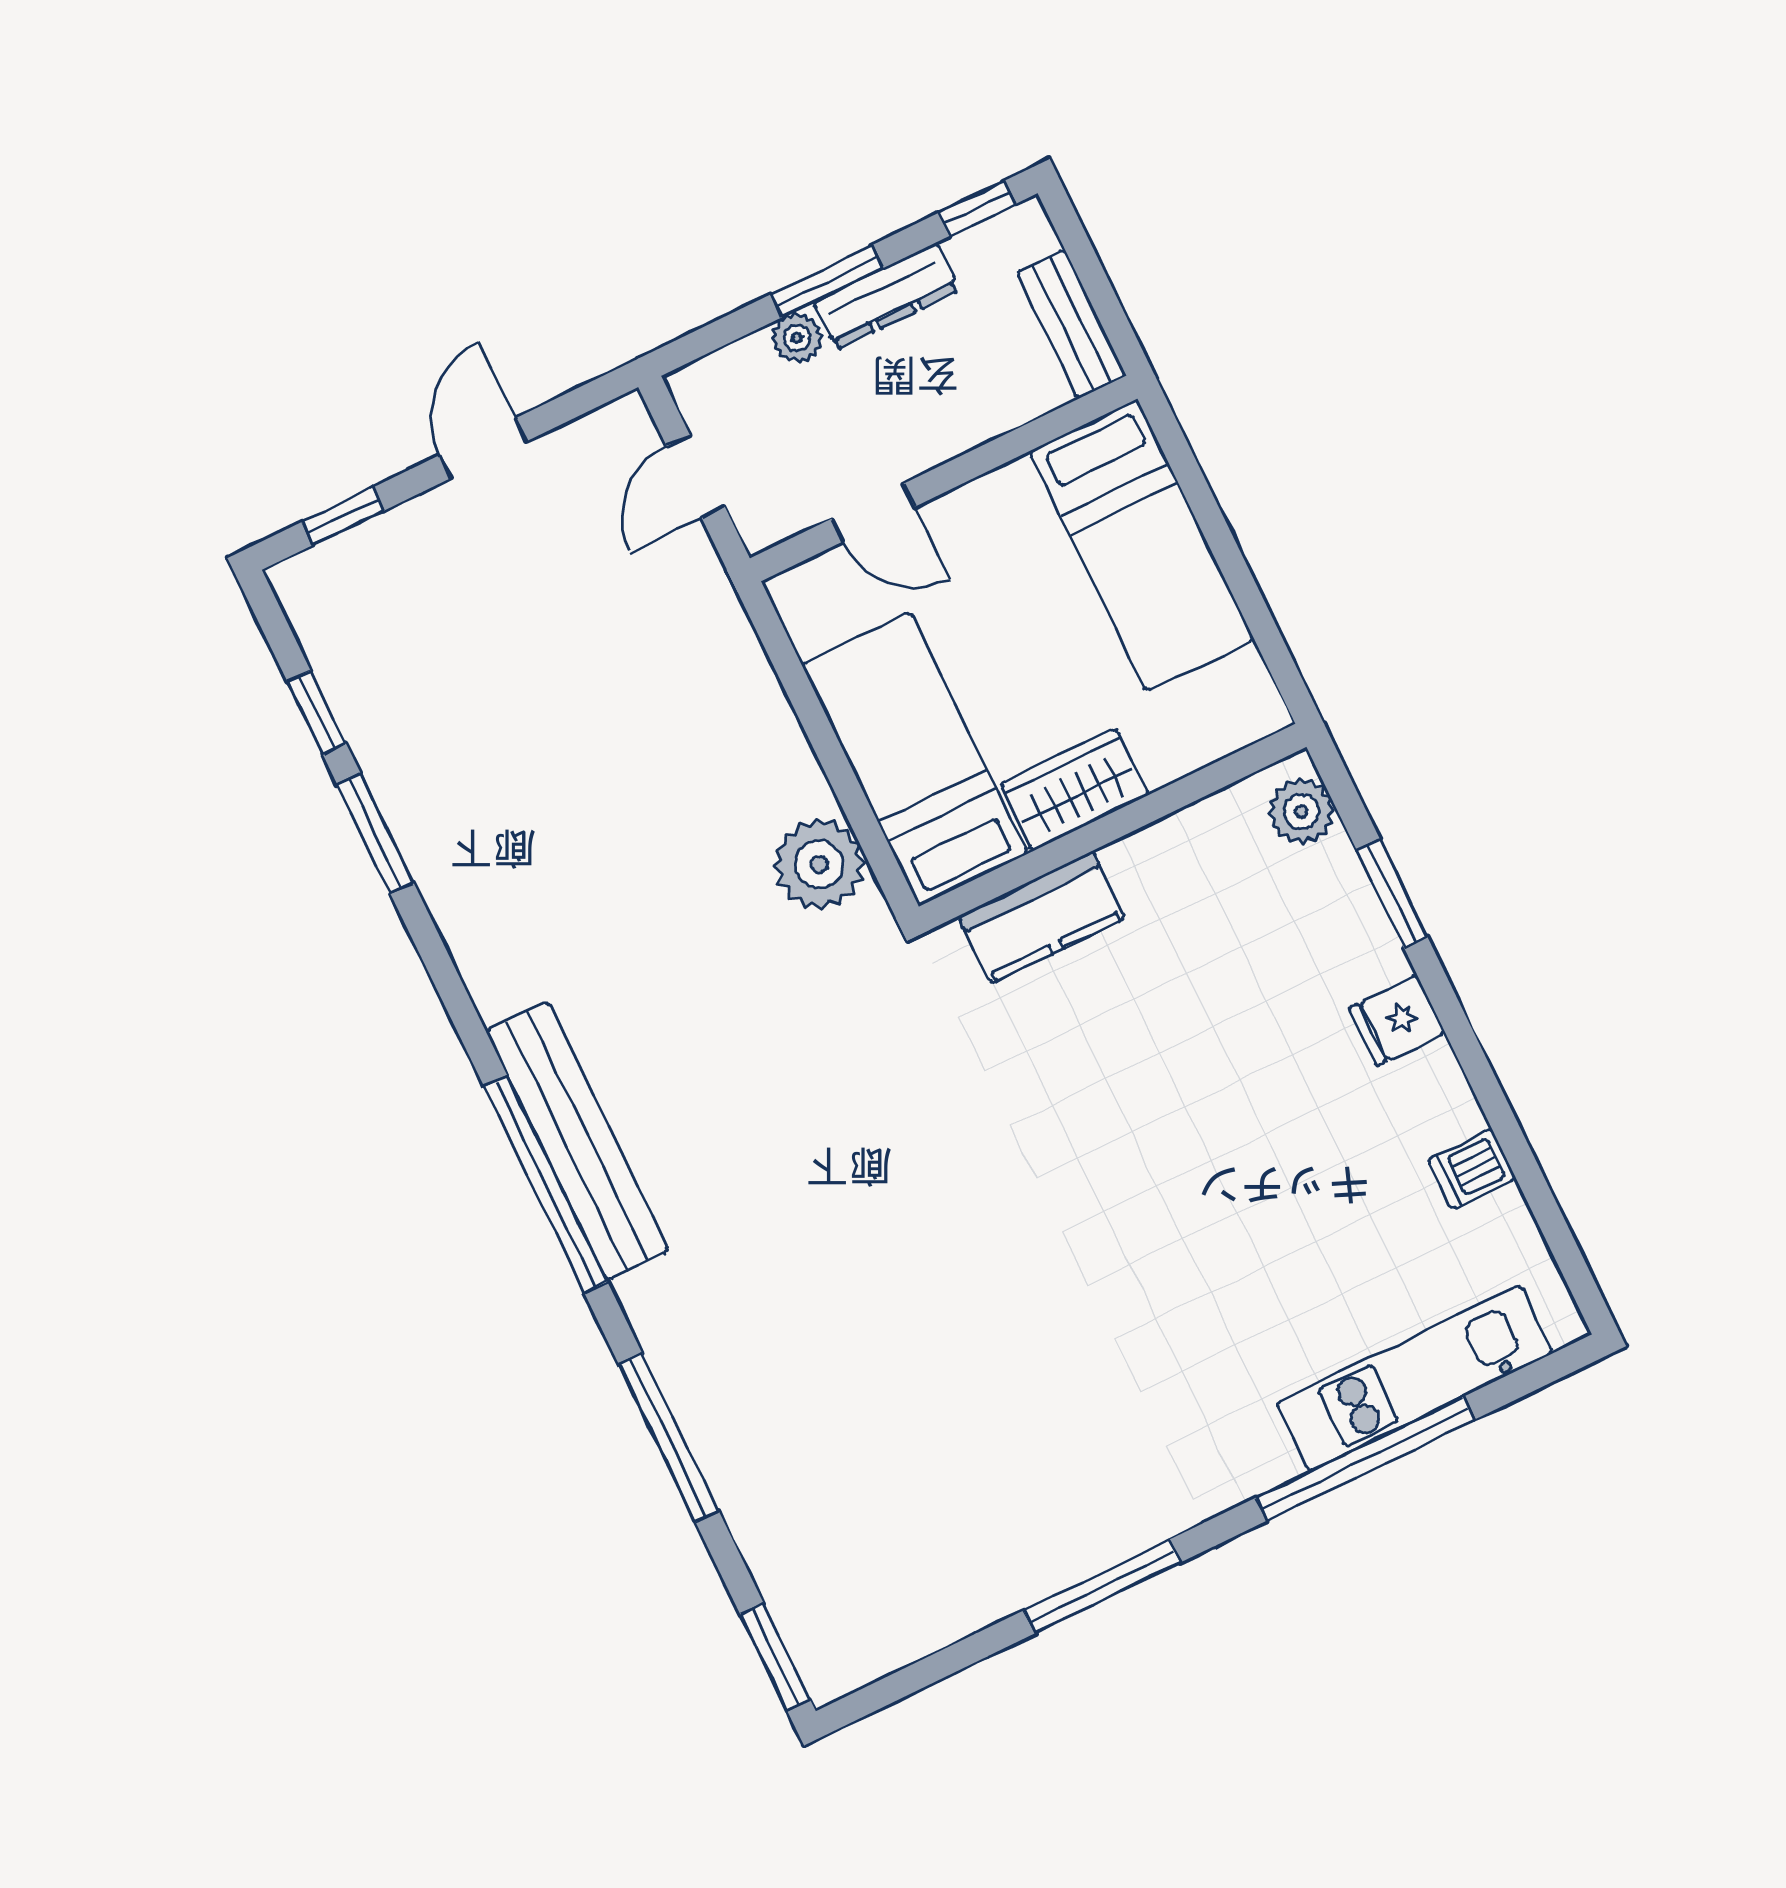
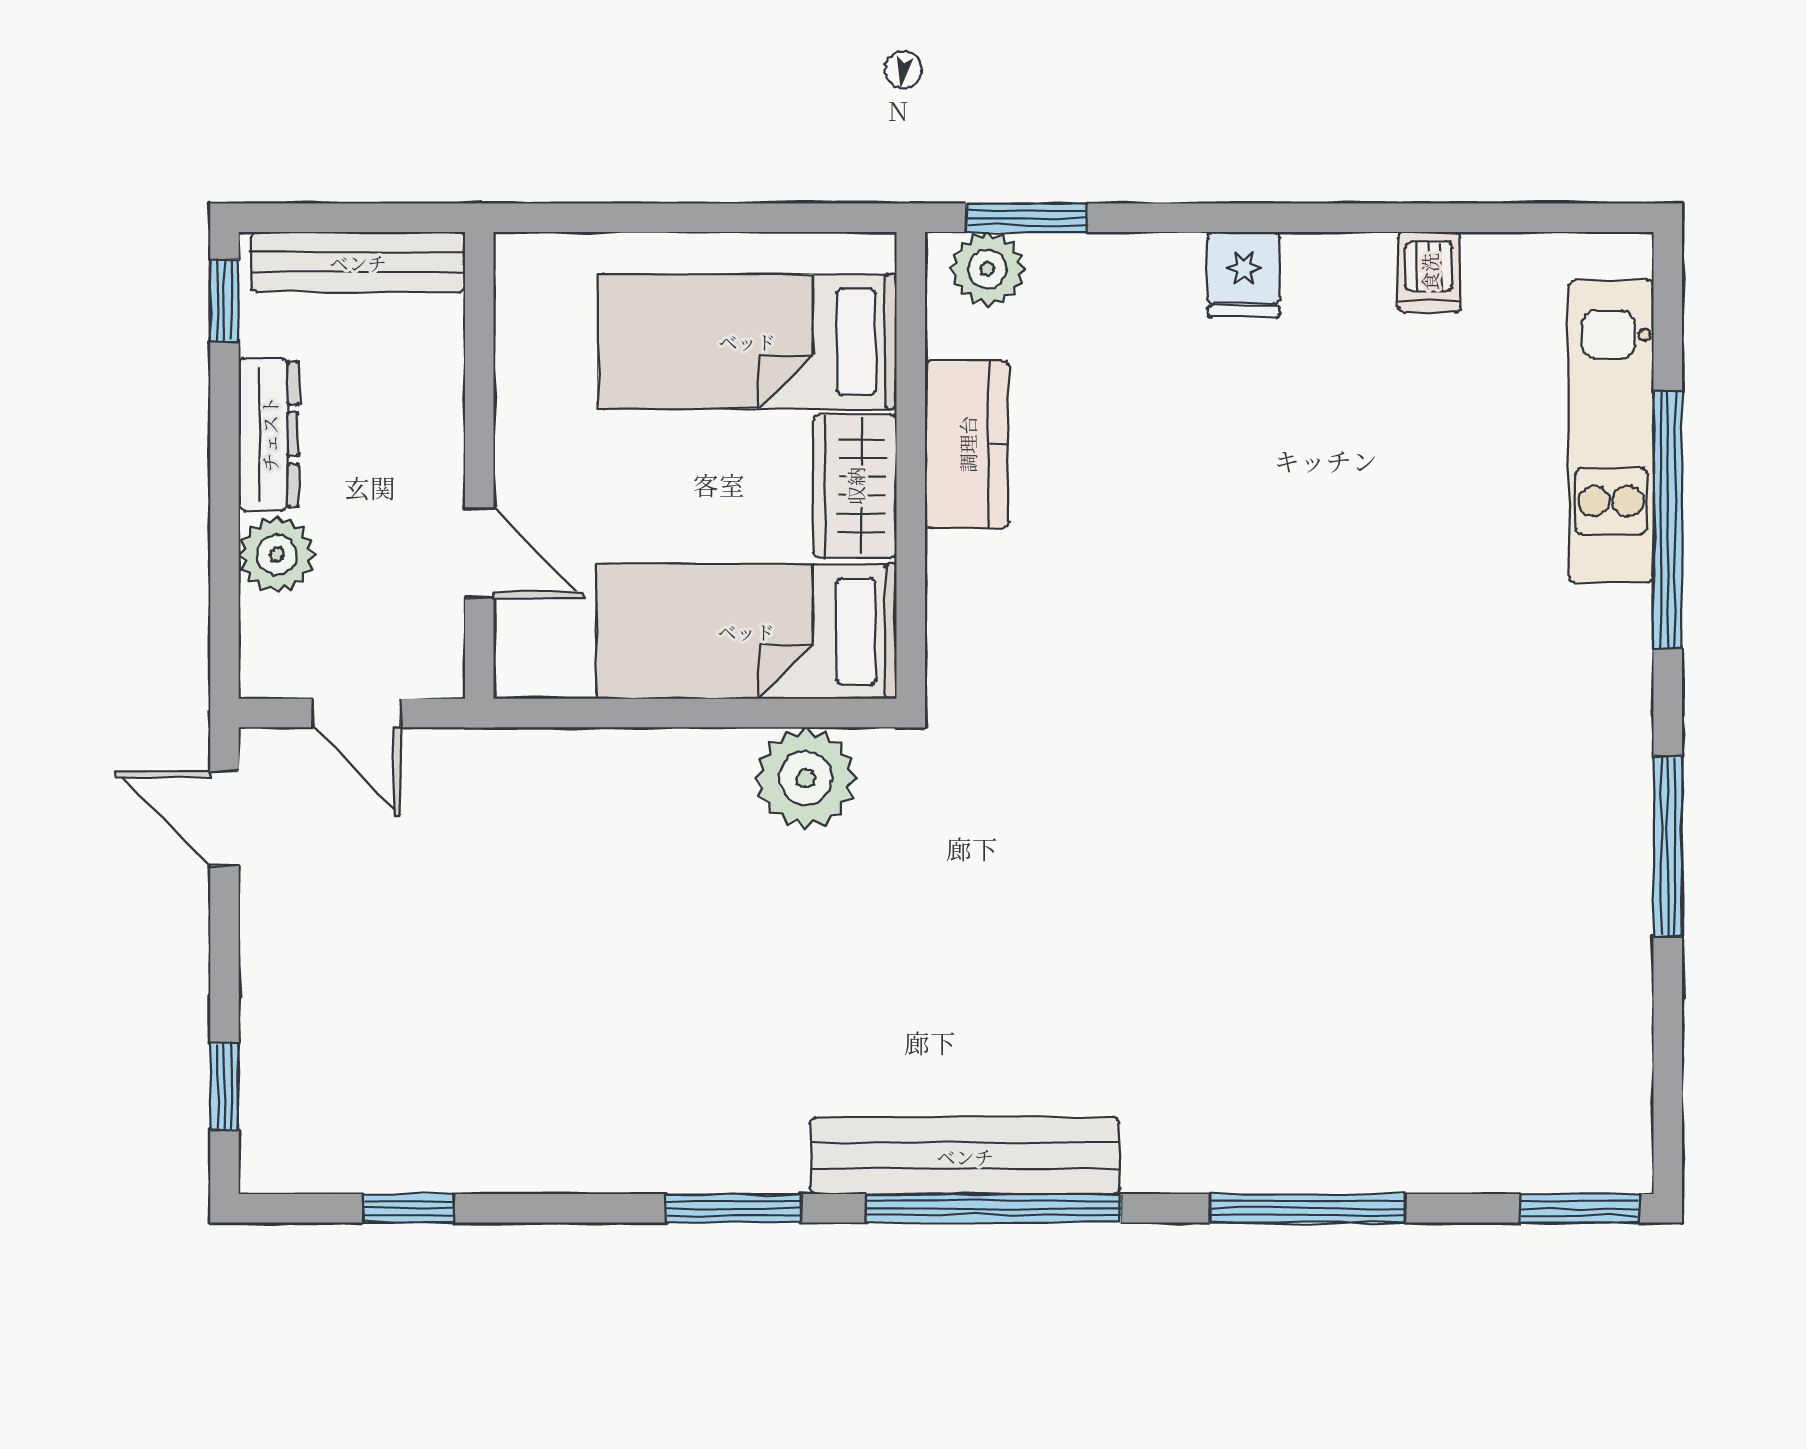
window: (827, 281) -> (225, 486), removed
bench: (1071, 324) -> (358, 262), width x1.36
plant: (797, 338) -> (277, 555), width x1.38, depth x1.38
door: (483, 448) -> (225, 818), moved
door: (873, 513) -> (479, 553), hinge flipped
bed: (1142, 545) -> (747, 341), moved, turned 180
window: (375, 833) -> (734, 1208), moved
window: (1392, 893) -> (1027, 218), moved
kitchen counter: (1042, 917) -> (967, 444), moved

